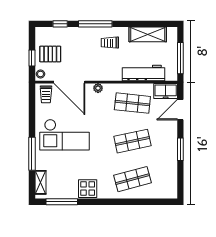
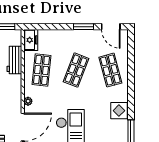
workbench: (143, 73) -> (14, 60), width x0.73
door: (180, 110) -> (111, 27), moved
shop shelf: (132, 141) -> (76, 70), turned 33

